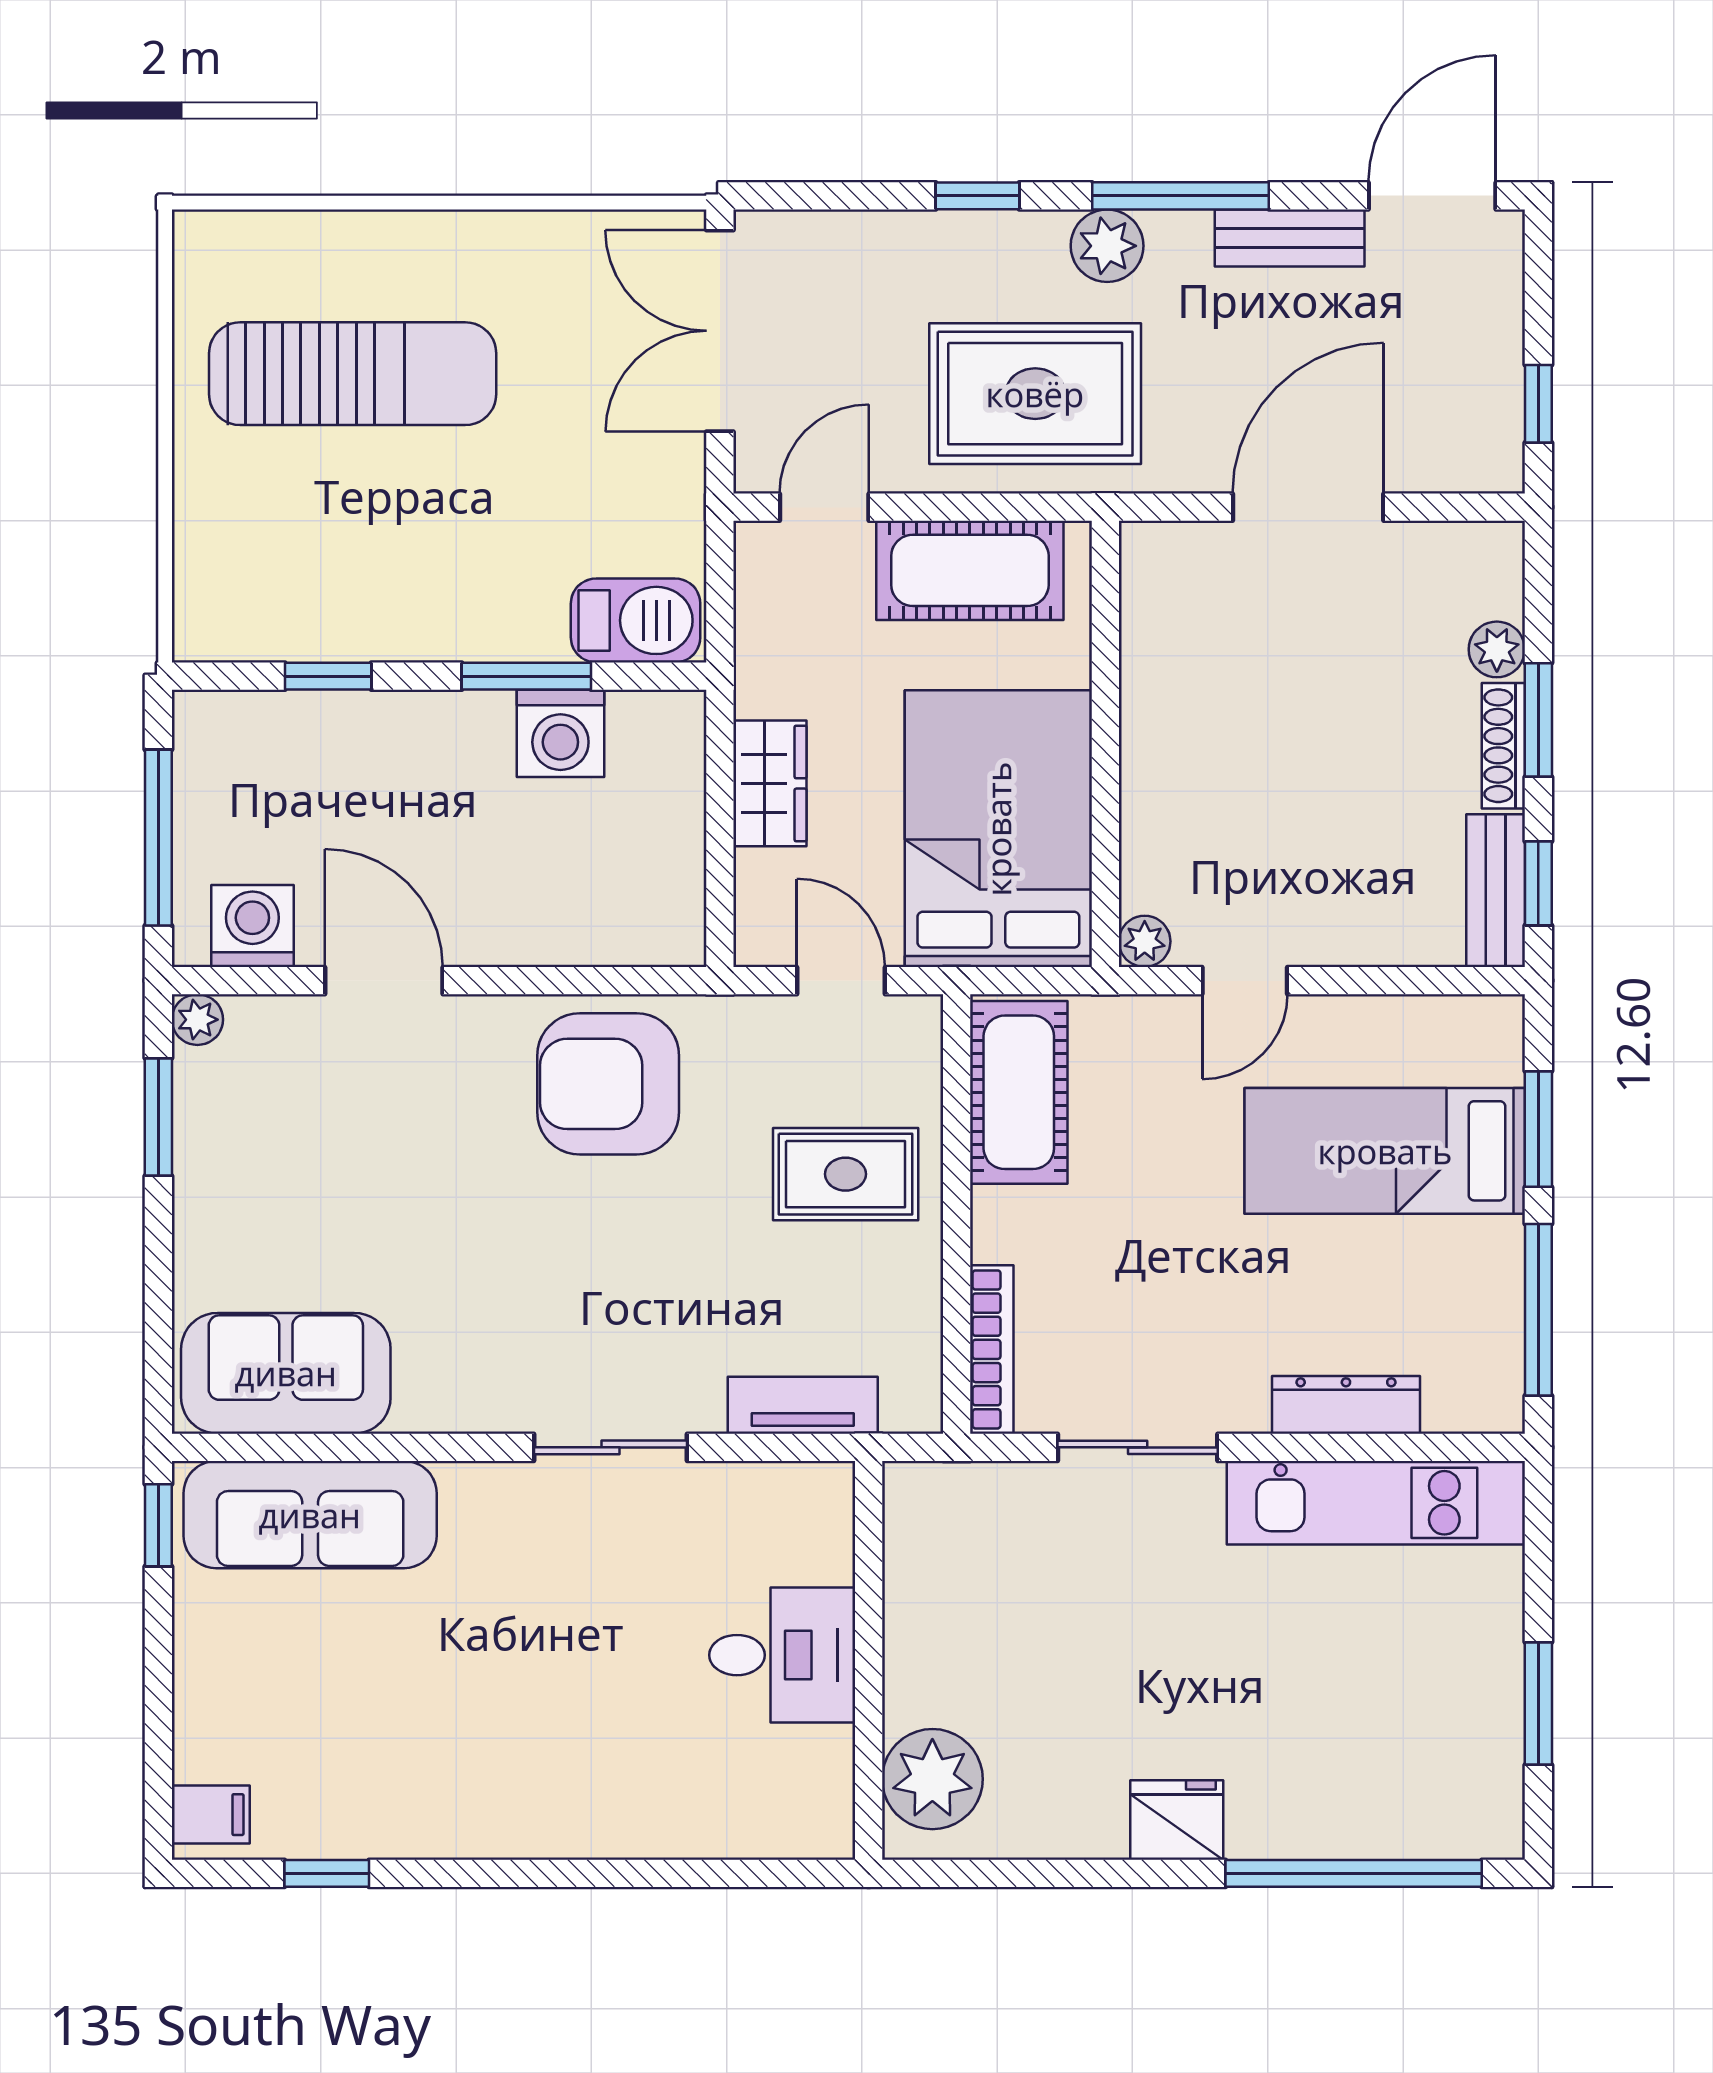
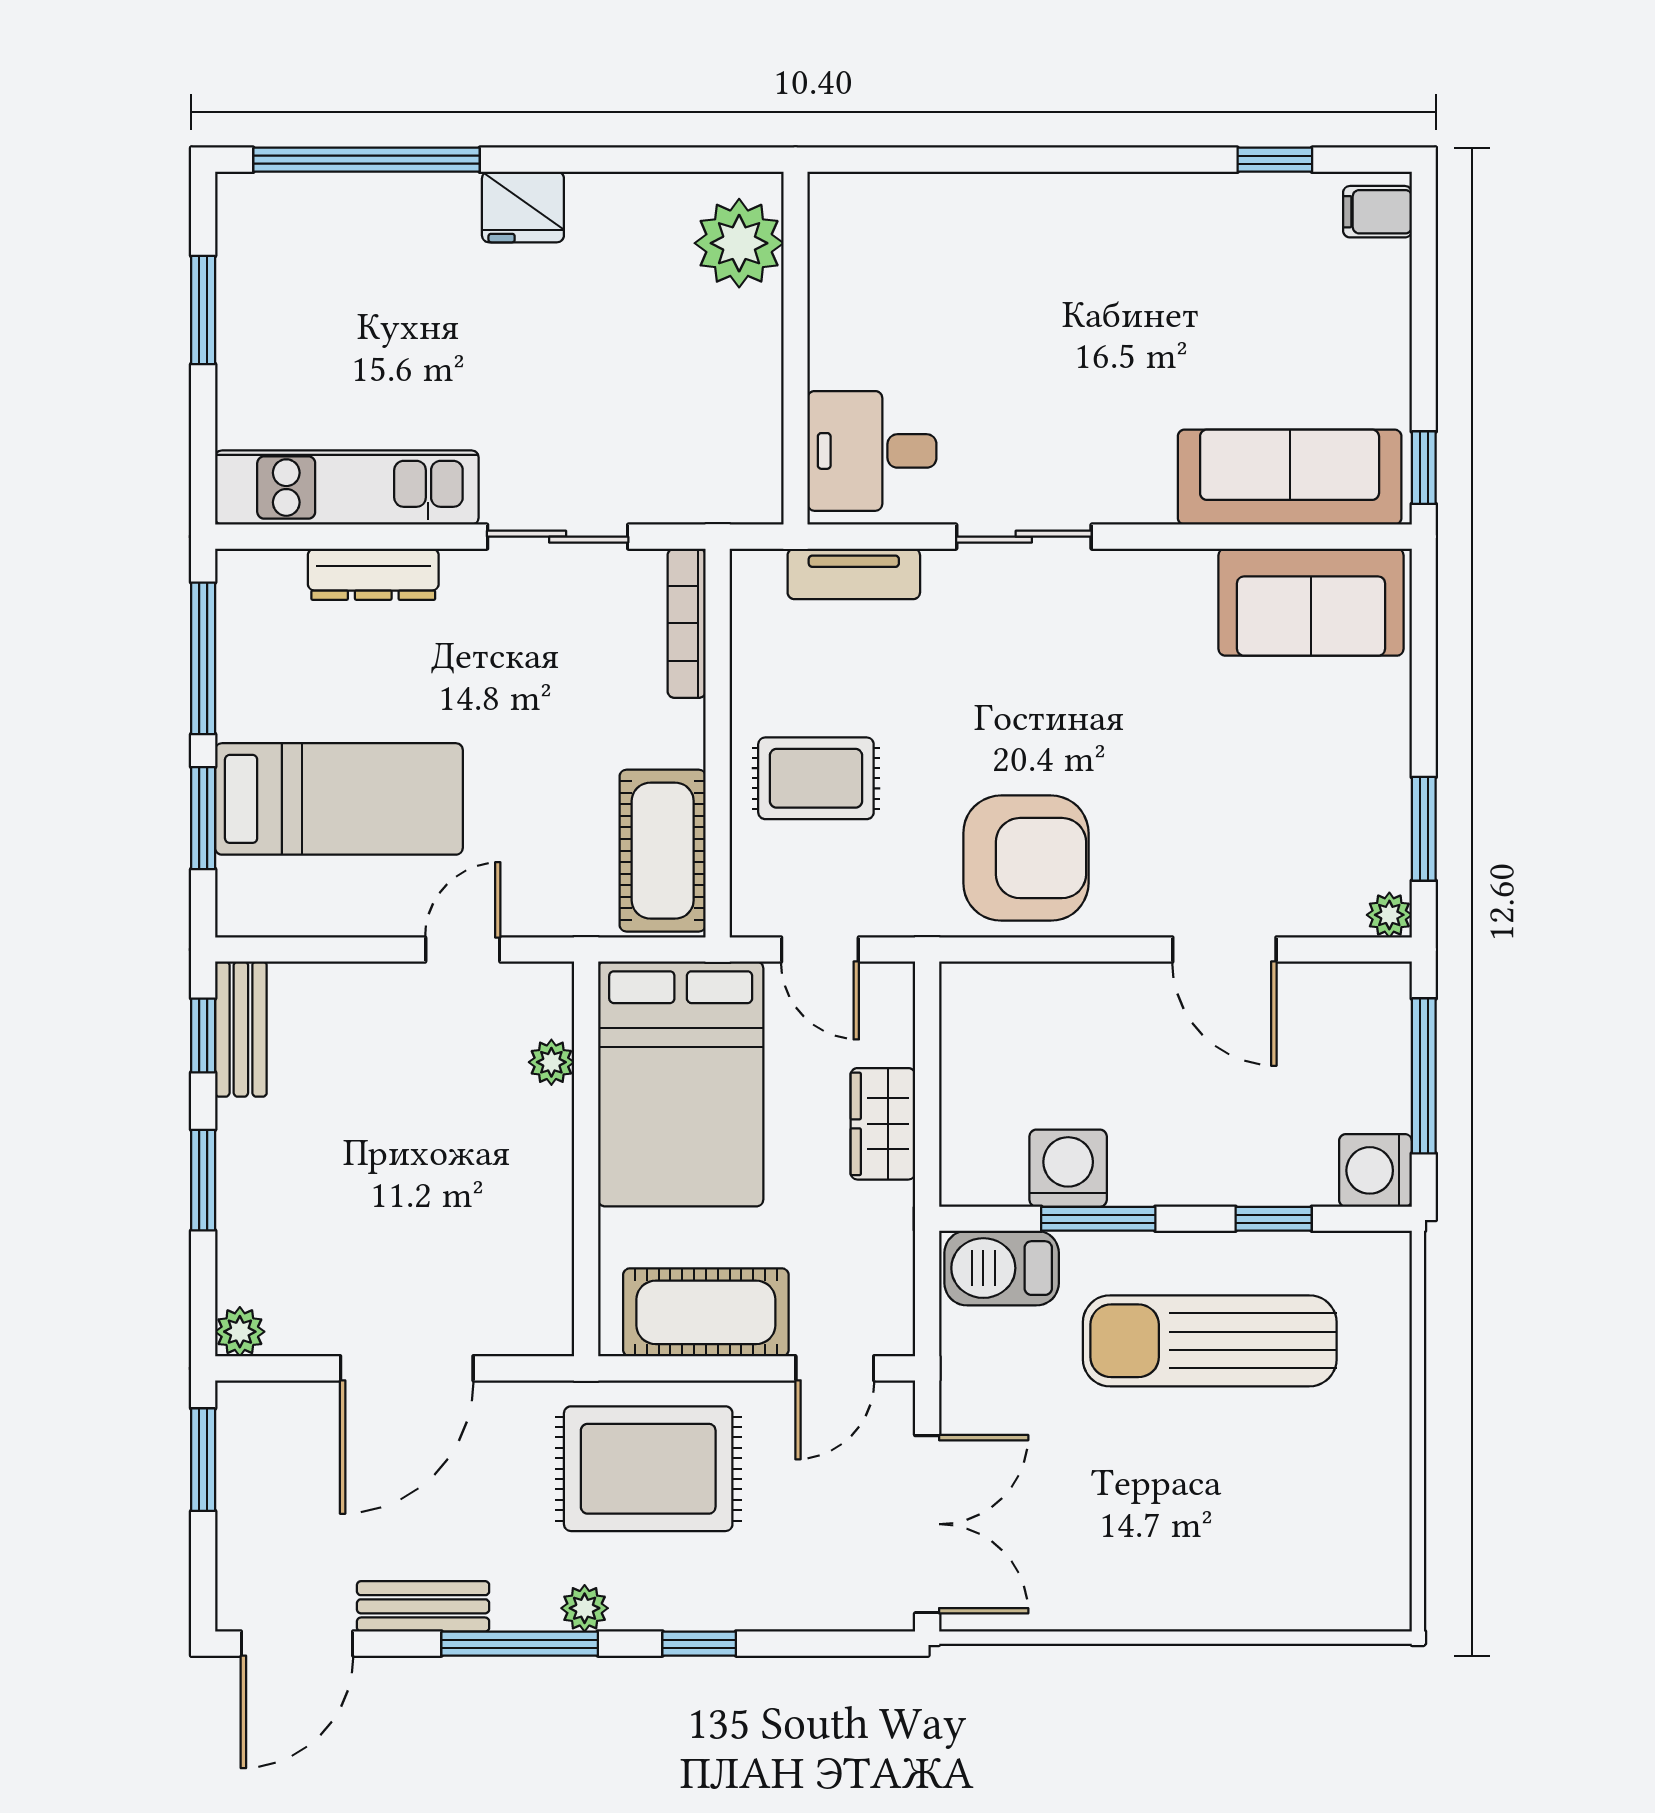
plant: (1107, 246) -> (585, 1608), width x0.73, depth x0.73
sun lounger: (353, 374) -> (1210, 1341), moved
window: (1538, 404) -> (203, 1460), width x1.50
plant: (1497, 649) -> (240, 1332), moved
shoe rack: (1503, 746) -> (234, 1157), removed
washing machine: (252, 926) -> (1375, 1170), moved, turned 90
plant: (1145, 941) -> (551, 1062), moved
desk: (782, 1655) -> (872, 451), moved

